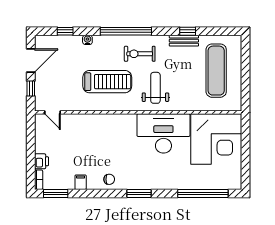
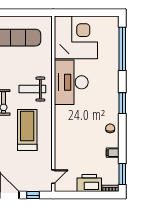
printer: (42, 161) -> (89, 183), width x1.87, depth x1.48

